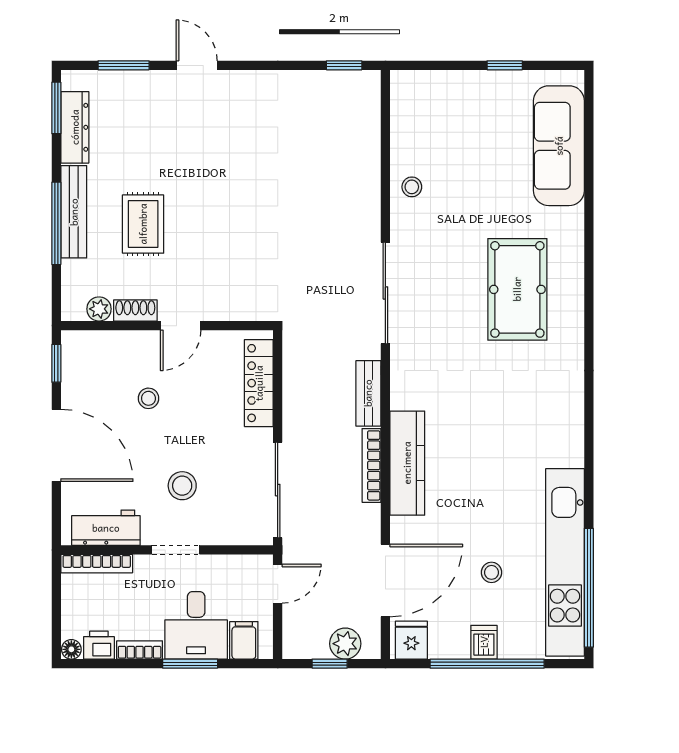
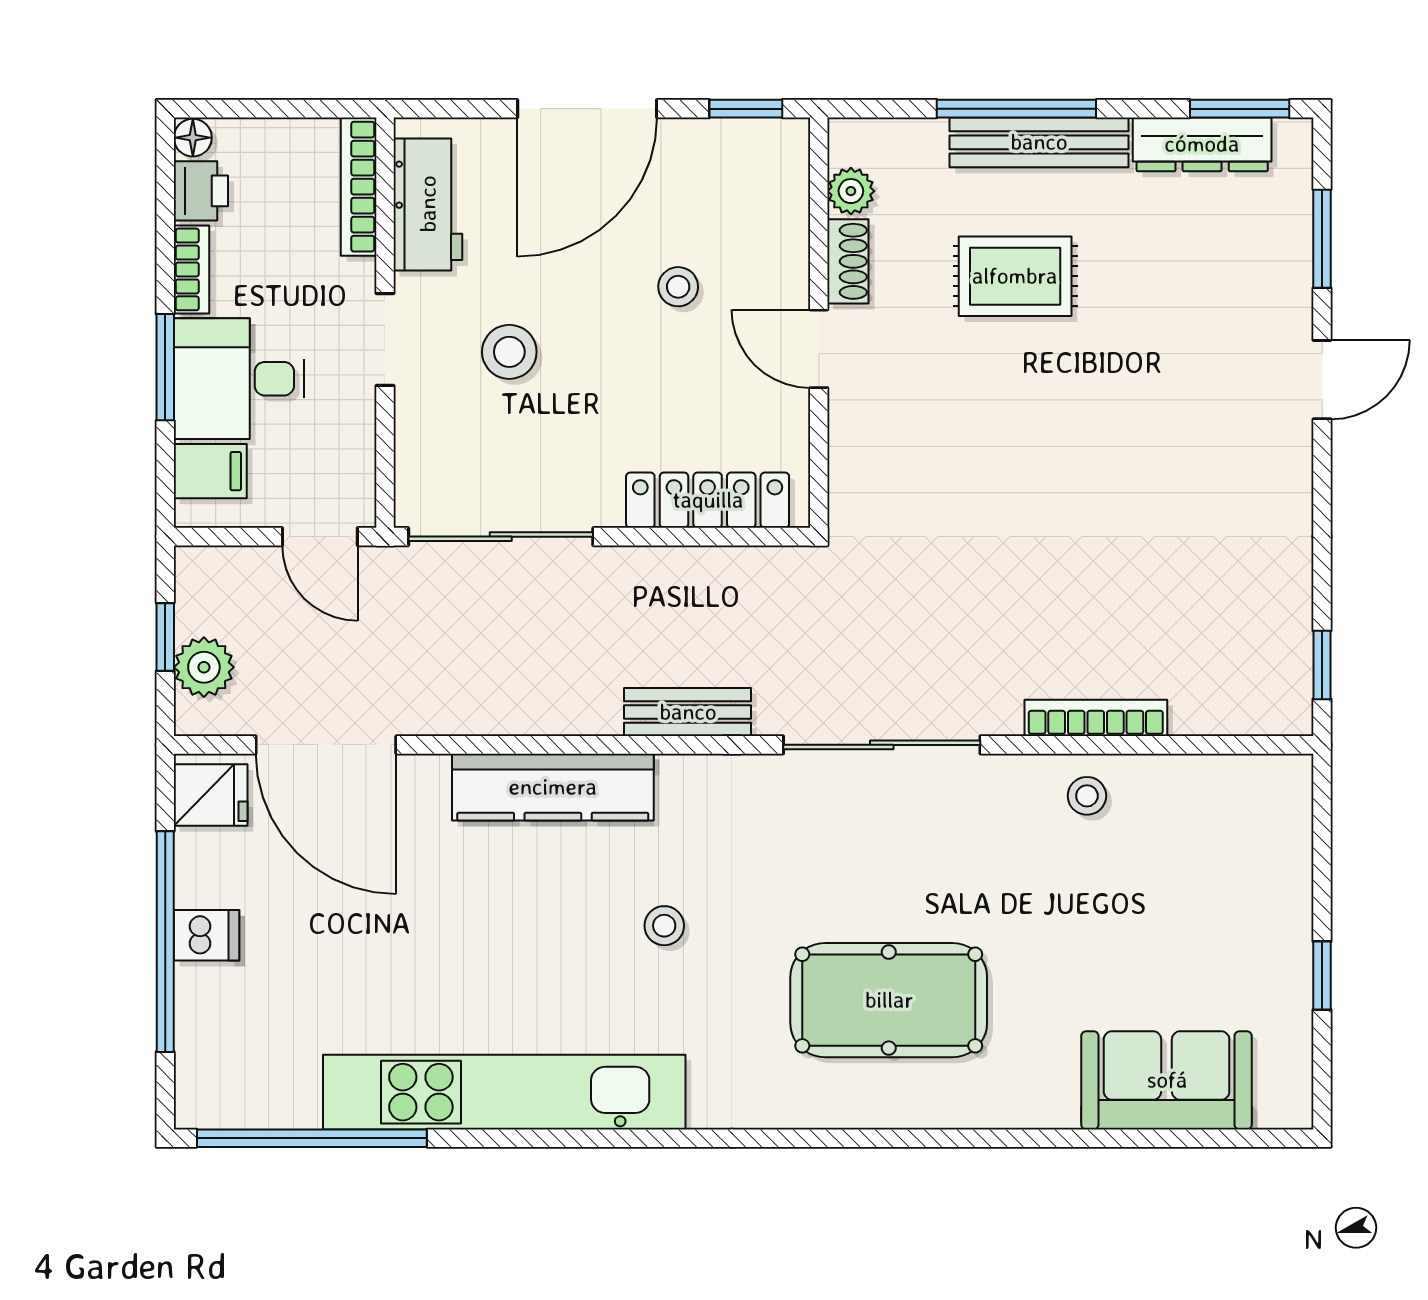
sofa: (559, 146) -> (1167, 1080), width x0.73
bookcase: (372, 465) -> (1096, 718), moved
kitchen unit: (565, 562) -> (504, 1092), moved
stool: (492, 572) -> (664, 926), moved

